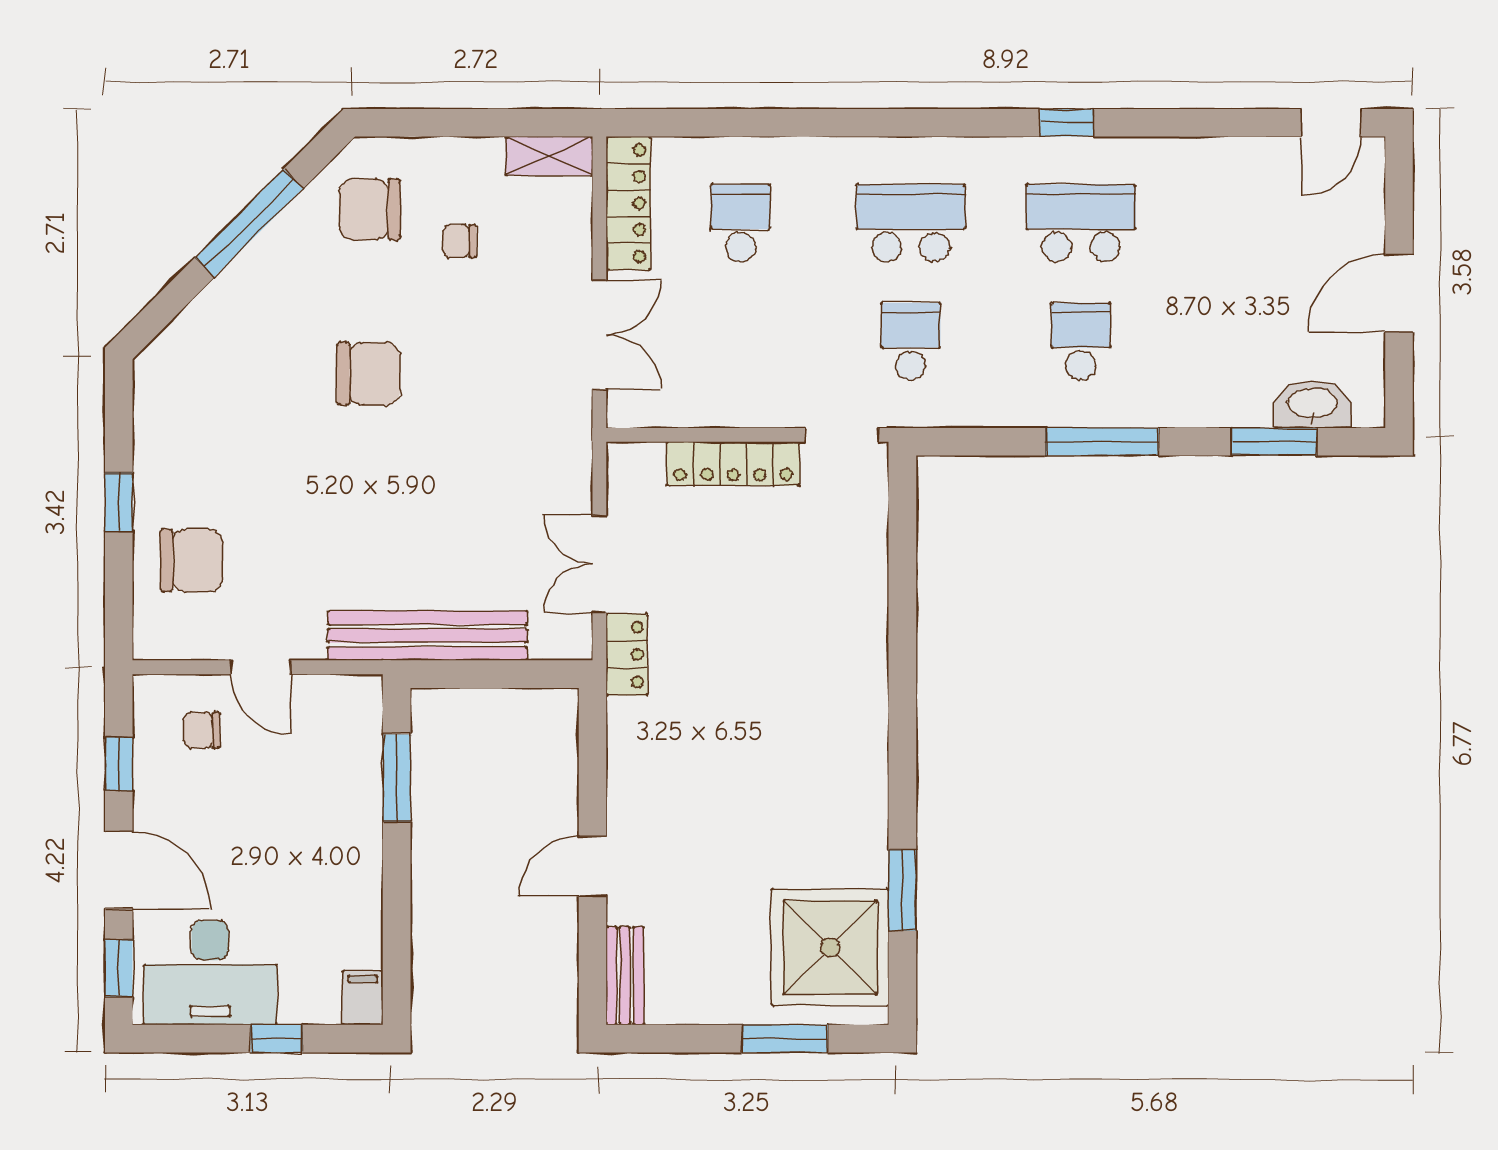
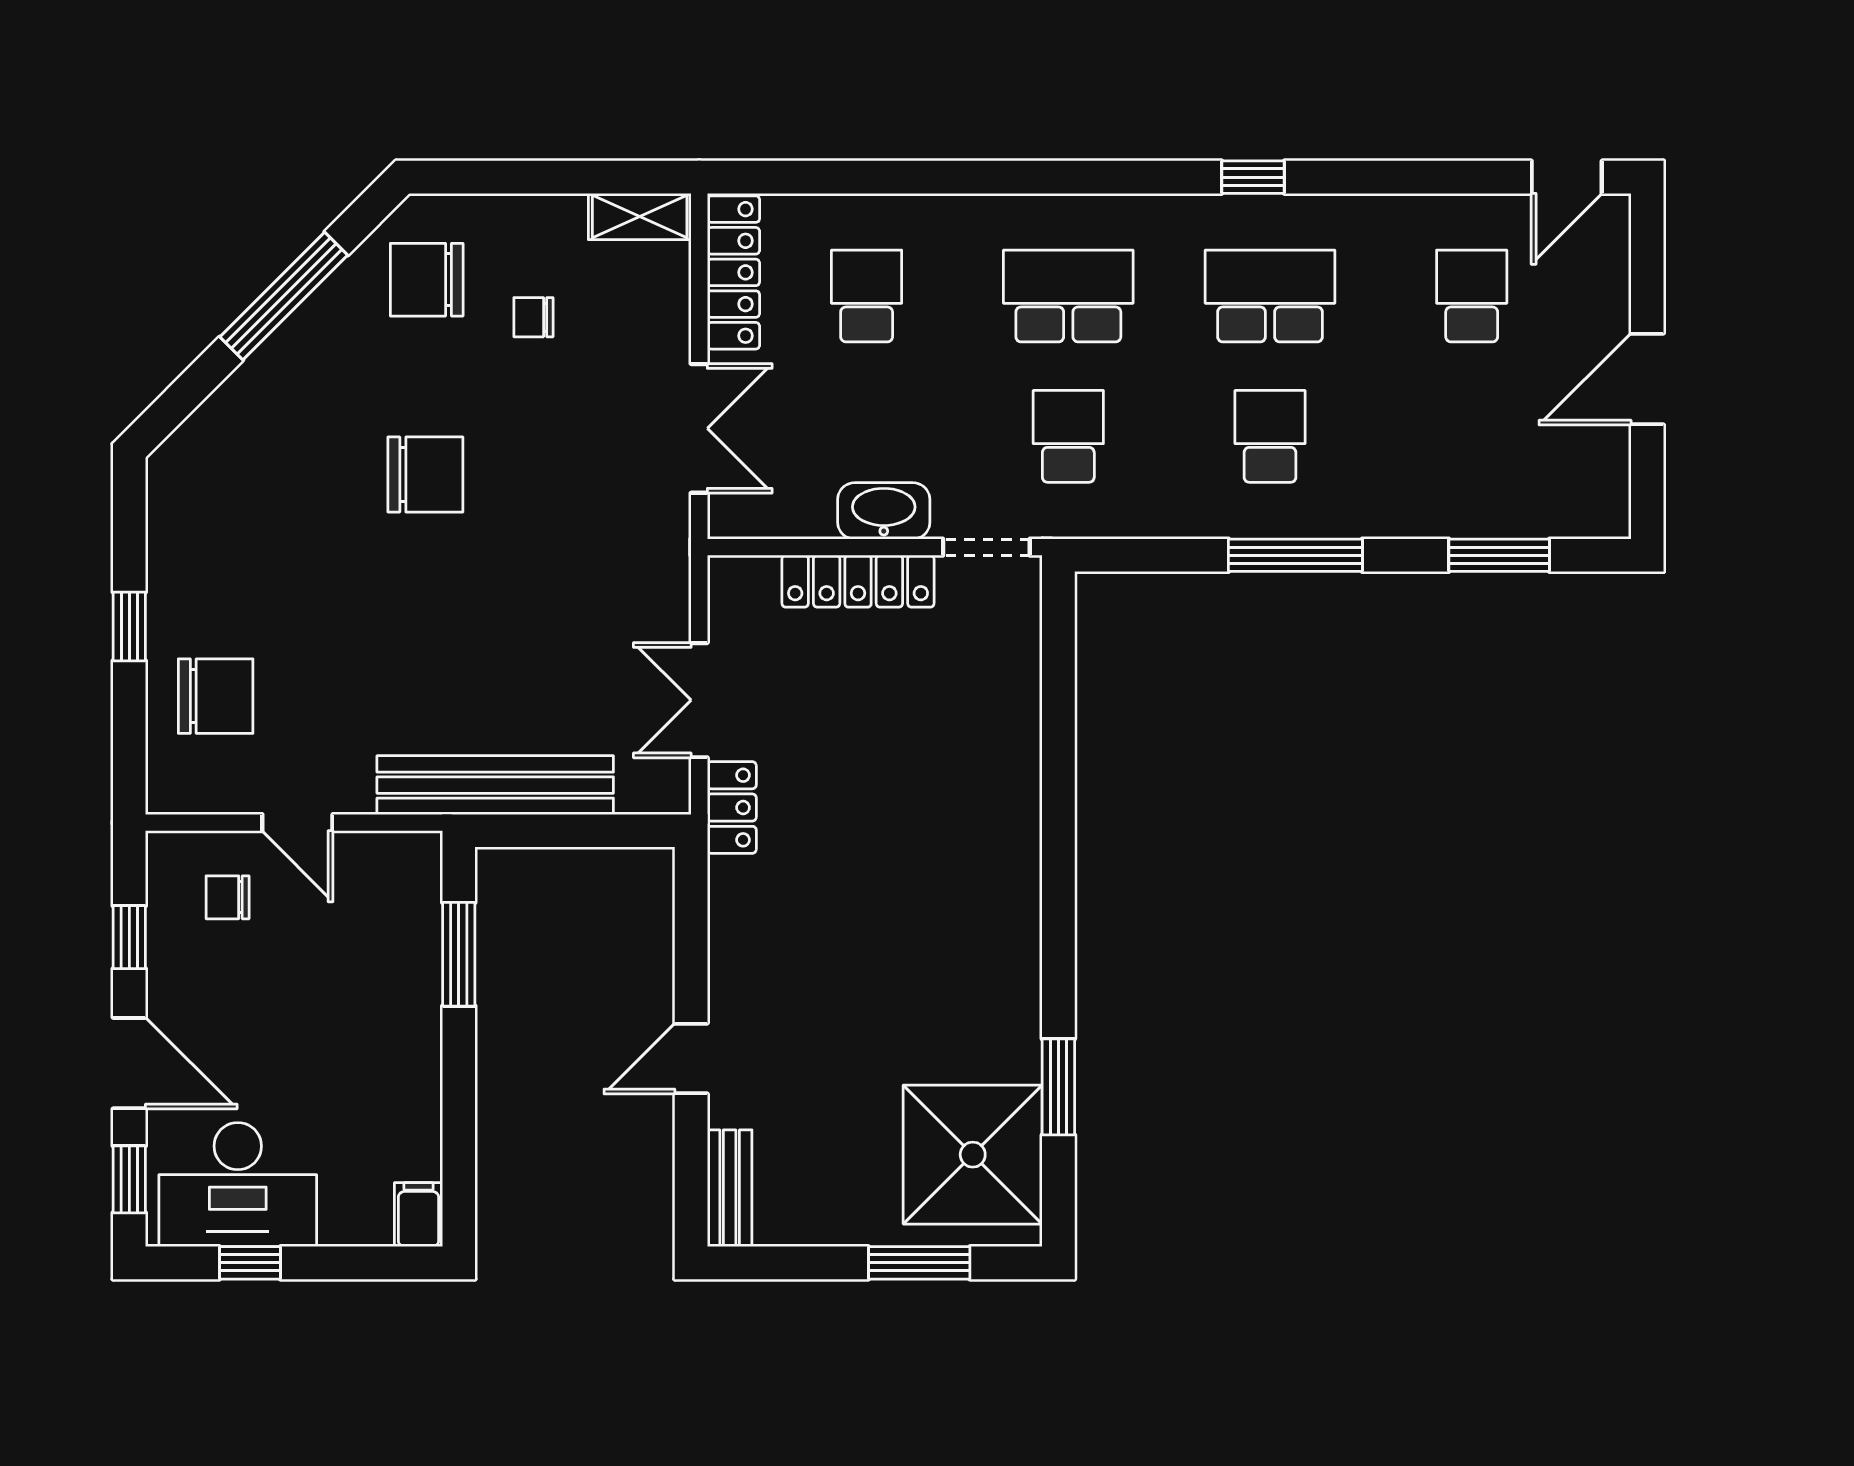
school desk: (1251, 223) -> (1472, 296), added
washbasin: (1312, 404) -> (884, 511), moved
window: (276, 1039) -> (250, 1263), moved

